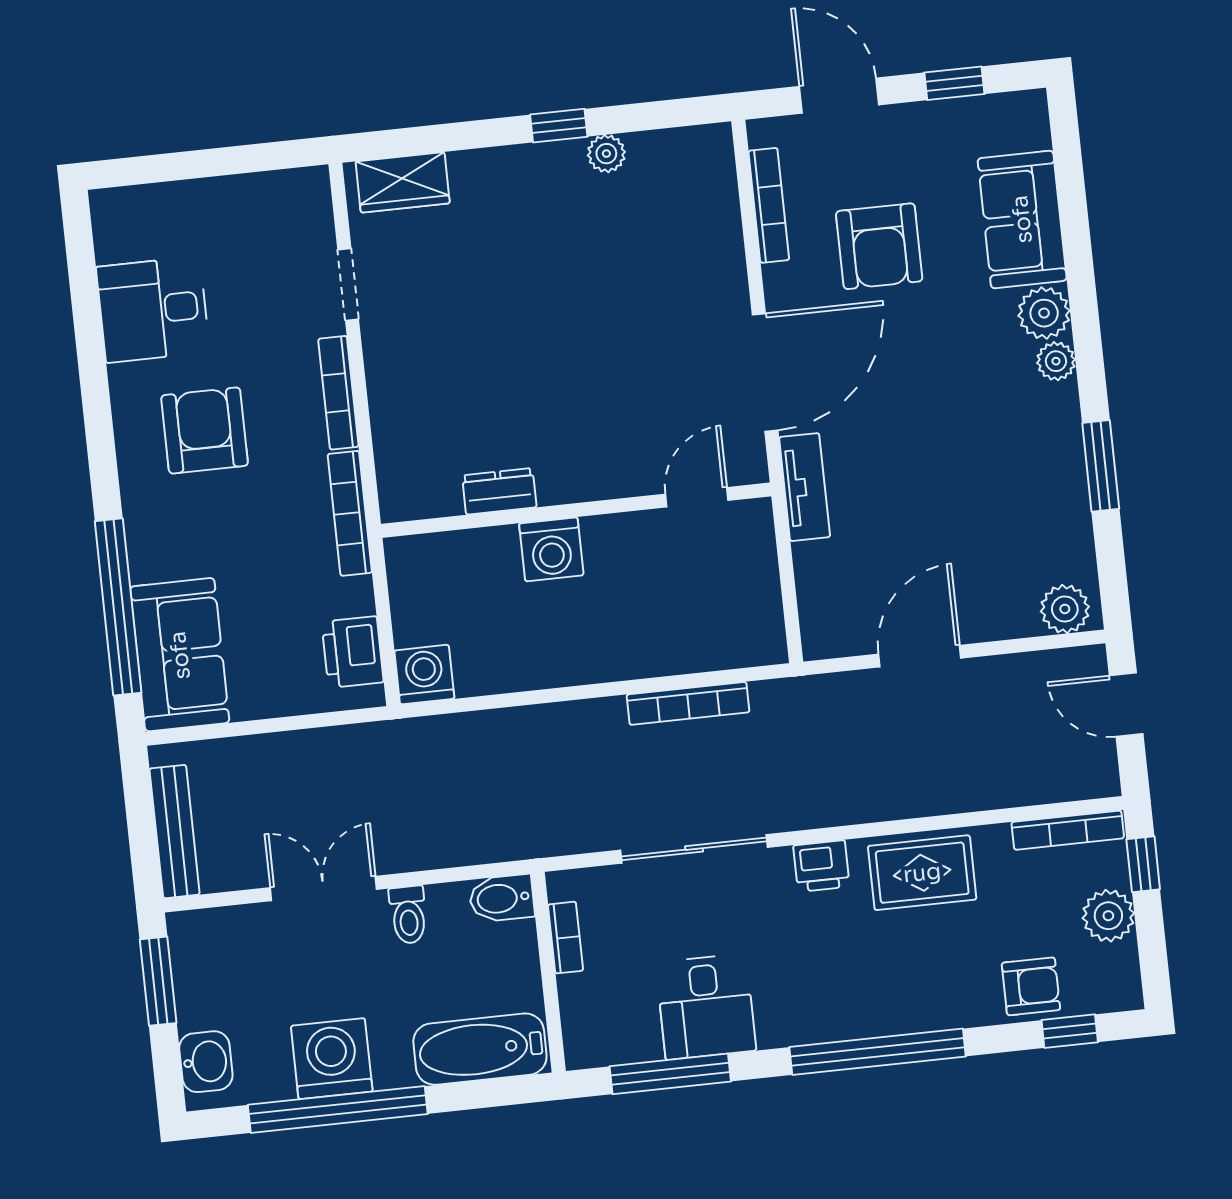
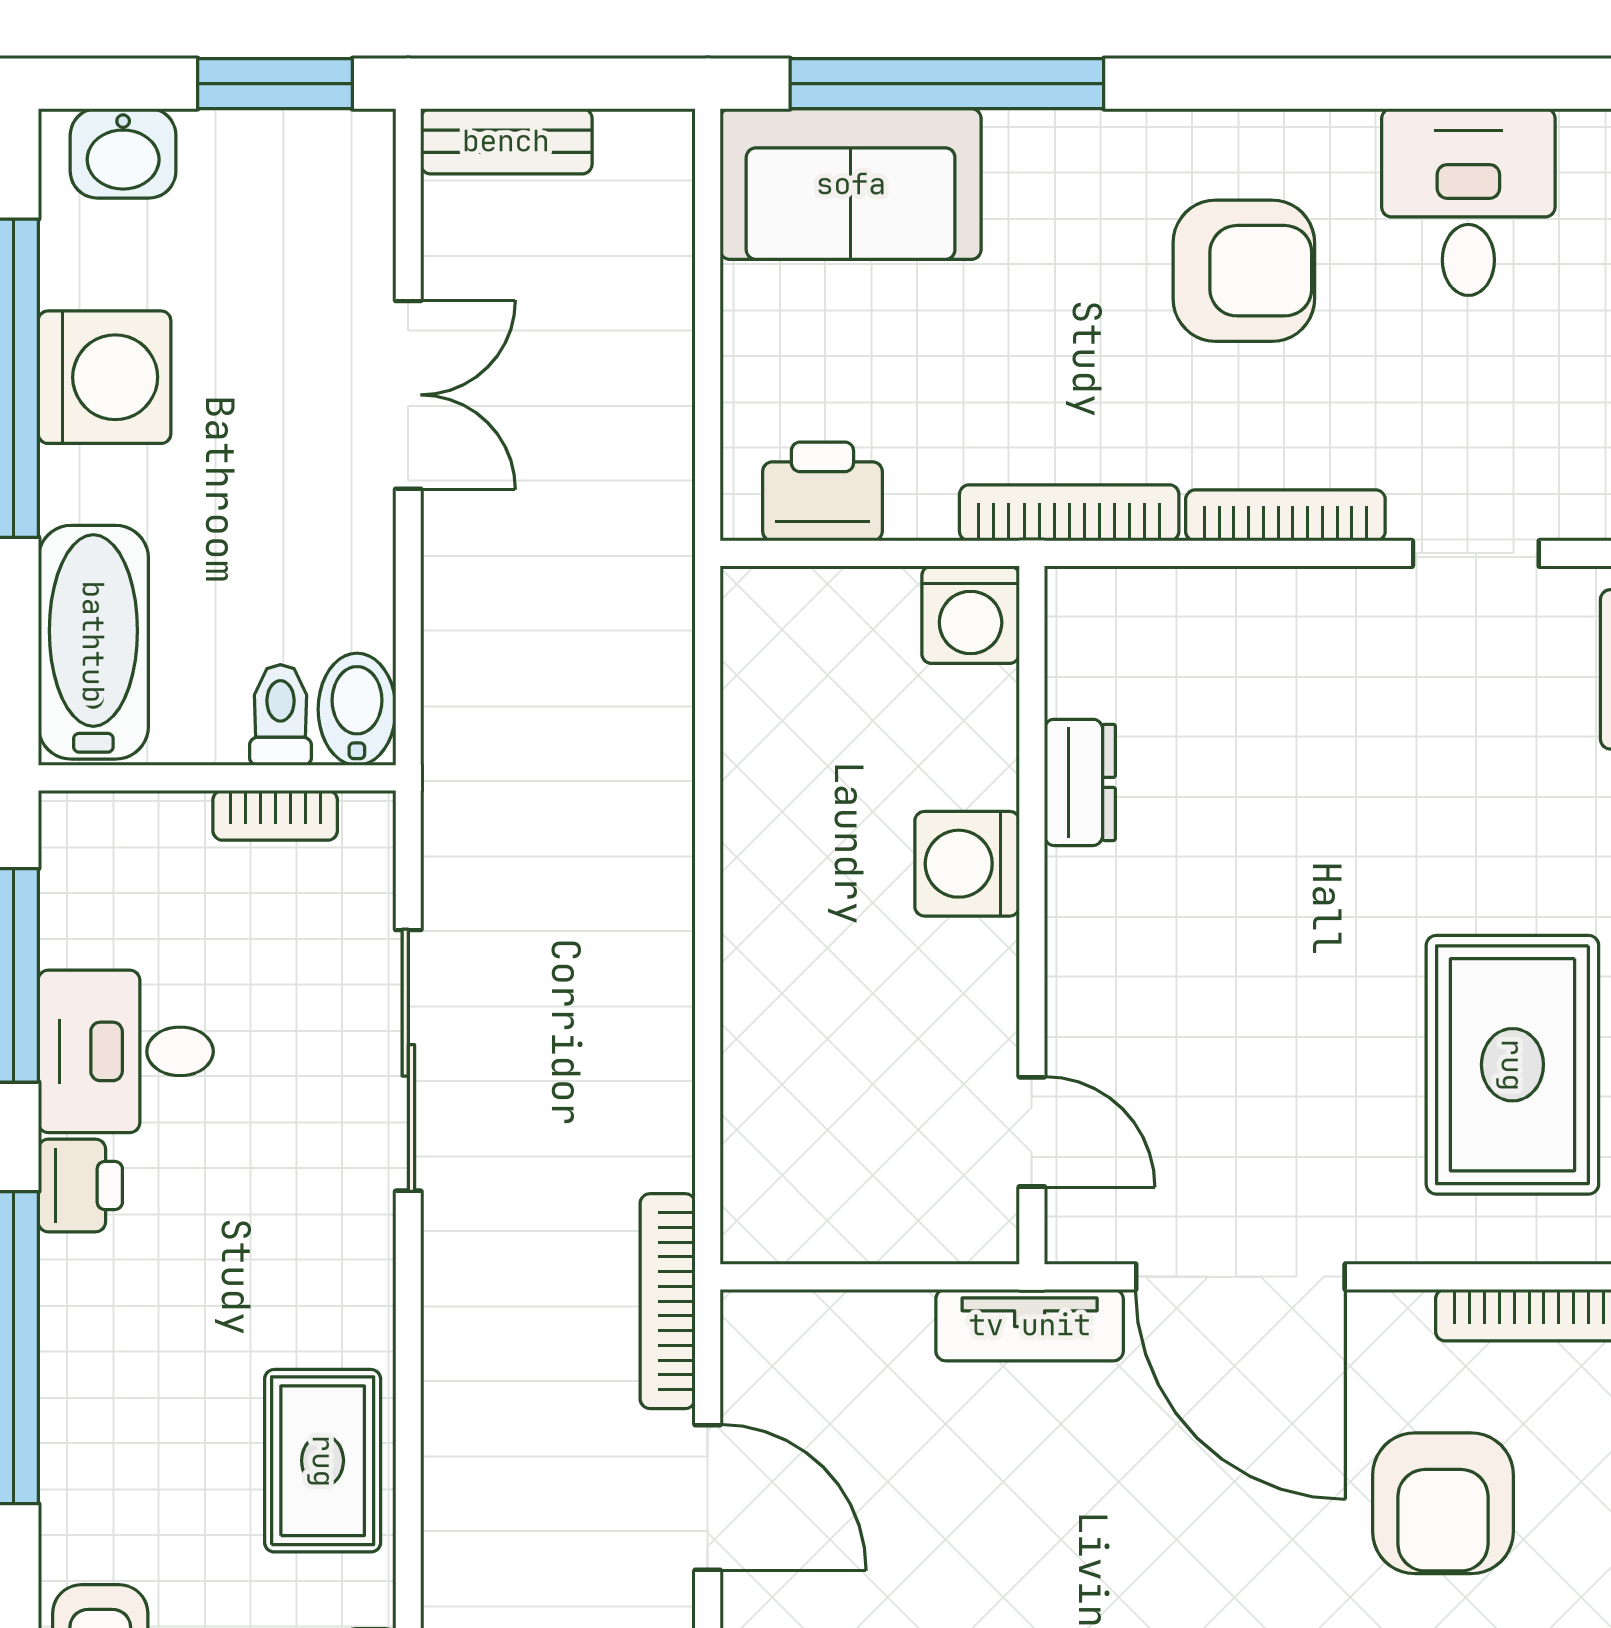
rug: (631, 234) -> (1512, 1065), added
armchair: (879, 246) -> (1443, 1503), turned -90
washing machine: (424, 675) -> (971, 615), moved, turned 90
bookcase: (688, 703) -> (668, 1301), moved
bench: (175, 832) -> (506, 141), width x0.73
printer: (821, 866) -> (80, 1186), moved, turned 180
toilet: (408, 915) -> (280, 715), moved, turned 90

